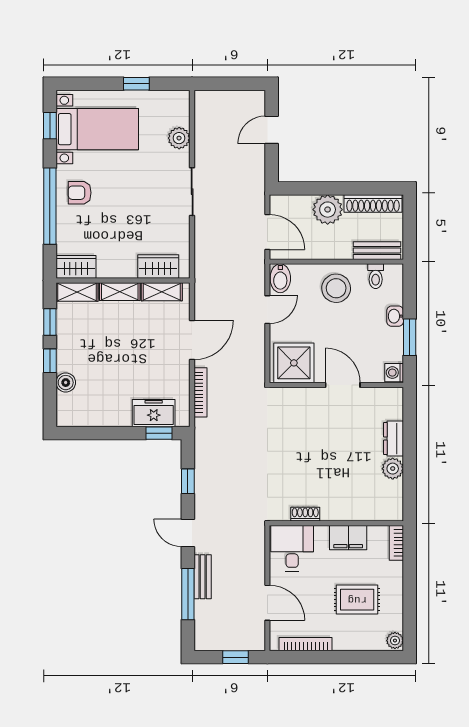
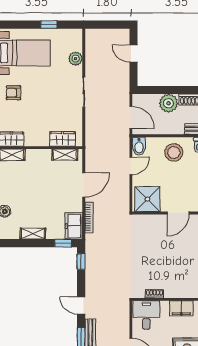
door: (272, 130) -> (133, 53), hinge flipped
shelving: (120, 292) -> (33, 234), moved
door: (343, 385) -> (178, 213), swing flipped
freezer: (154, 413) -> (74, 226), moved, turned -90
window: (188, 481) -> (81, 262), moved

